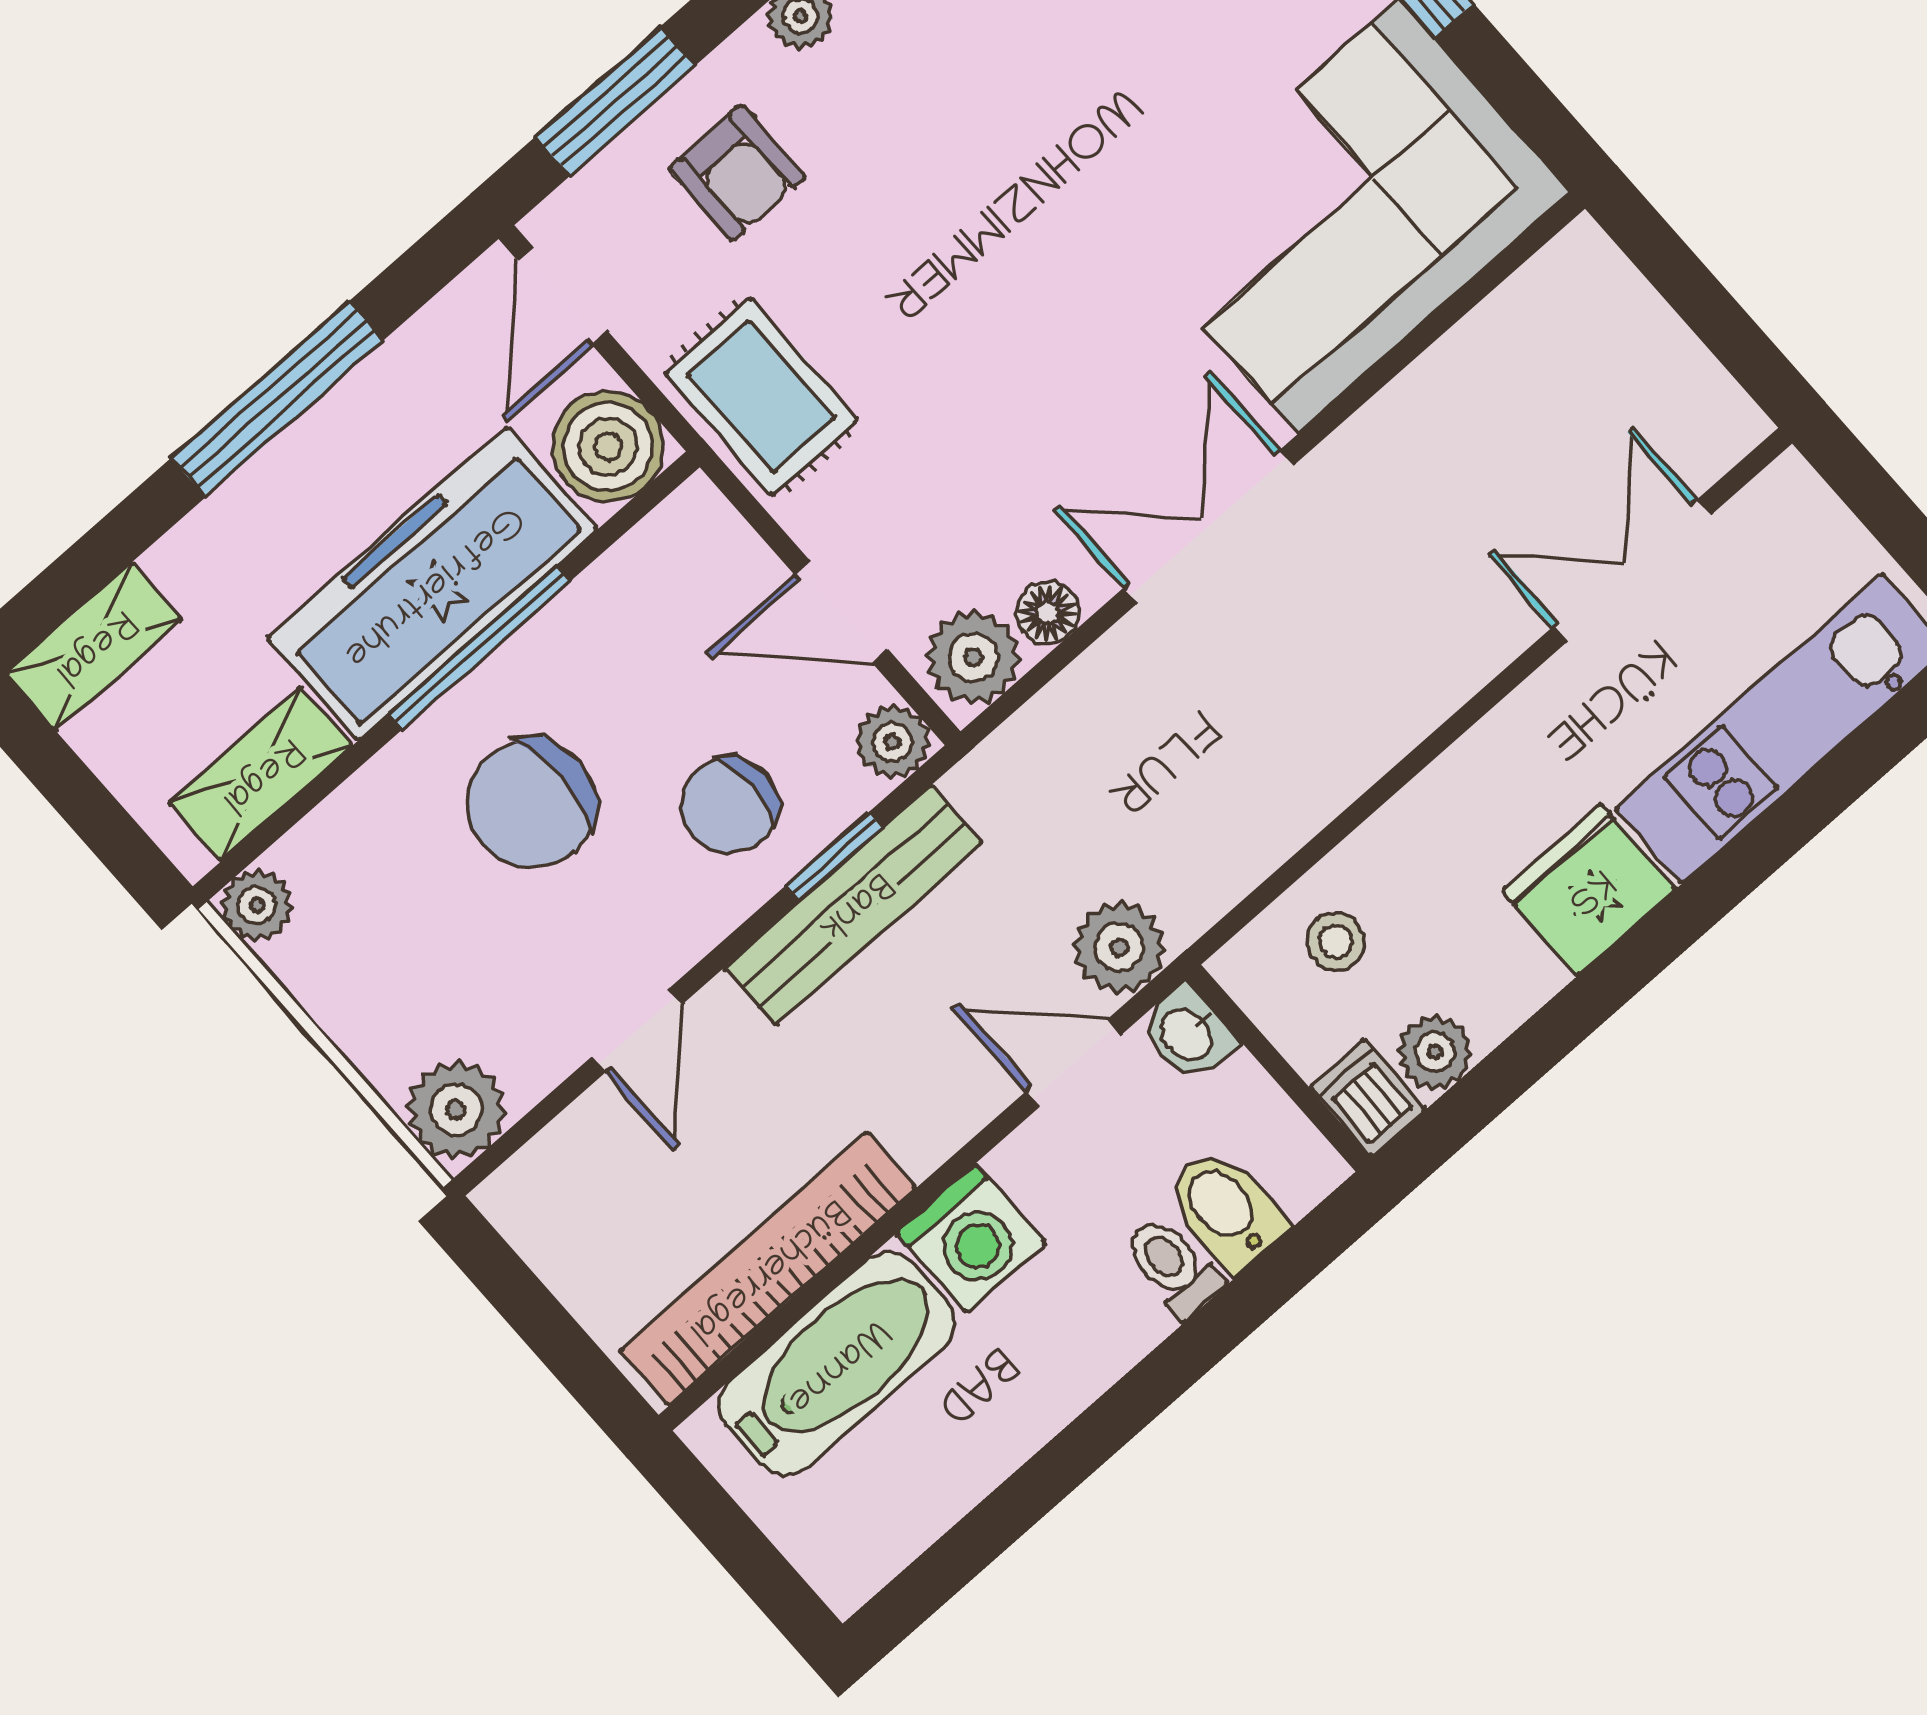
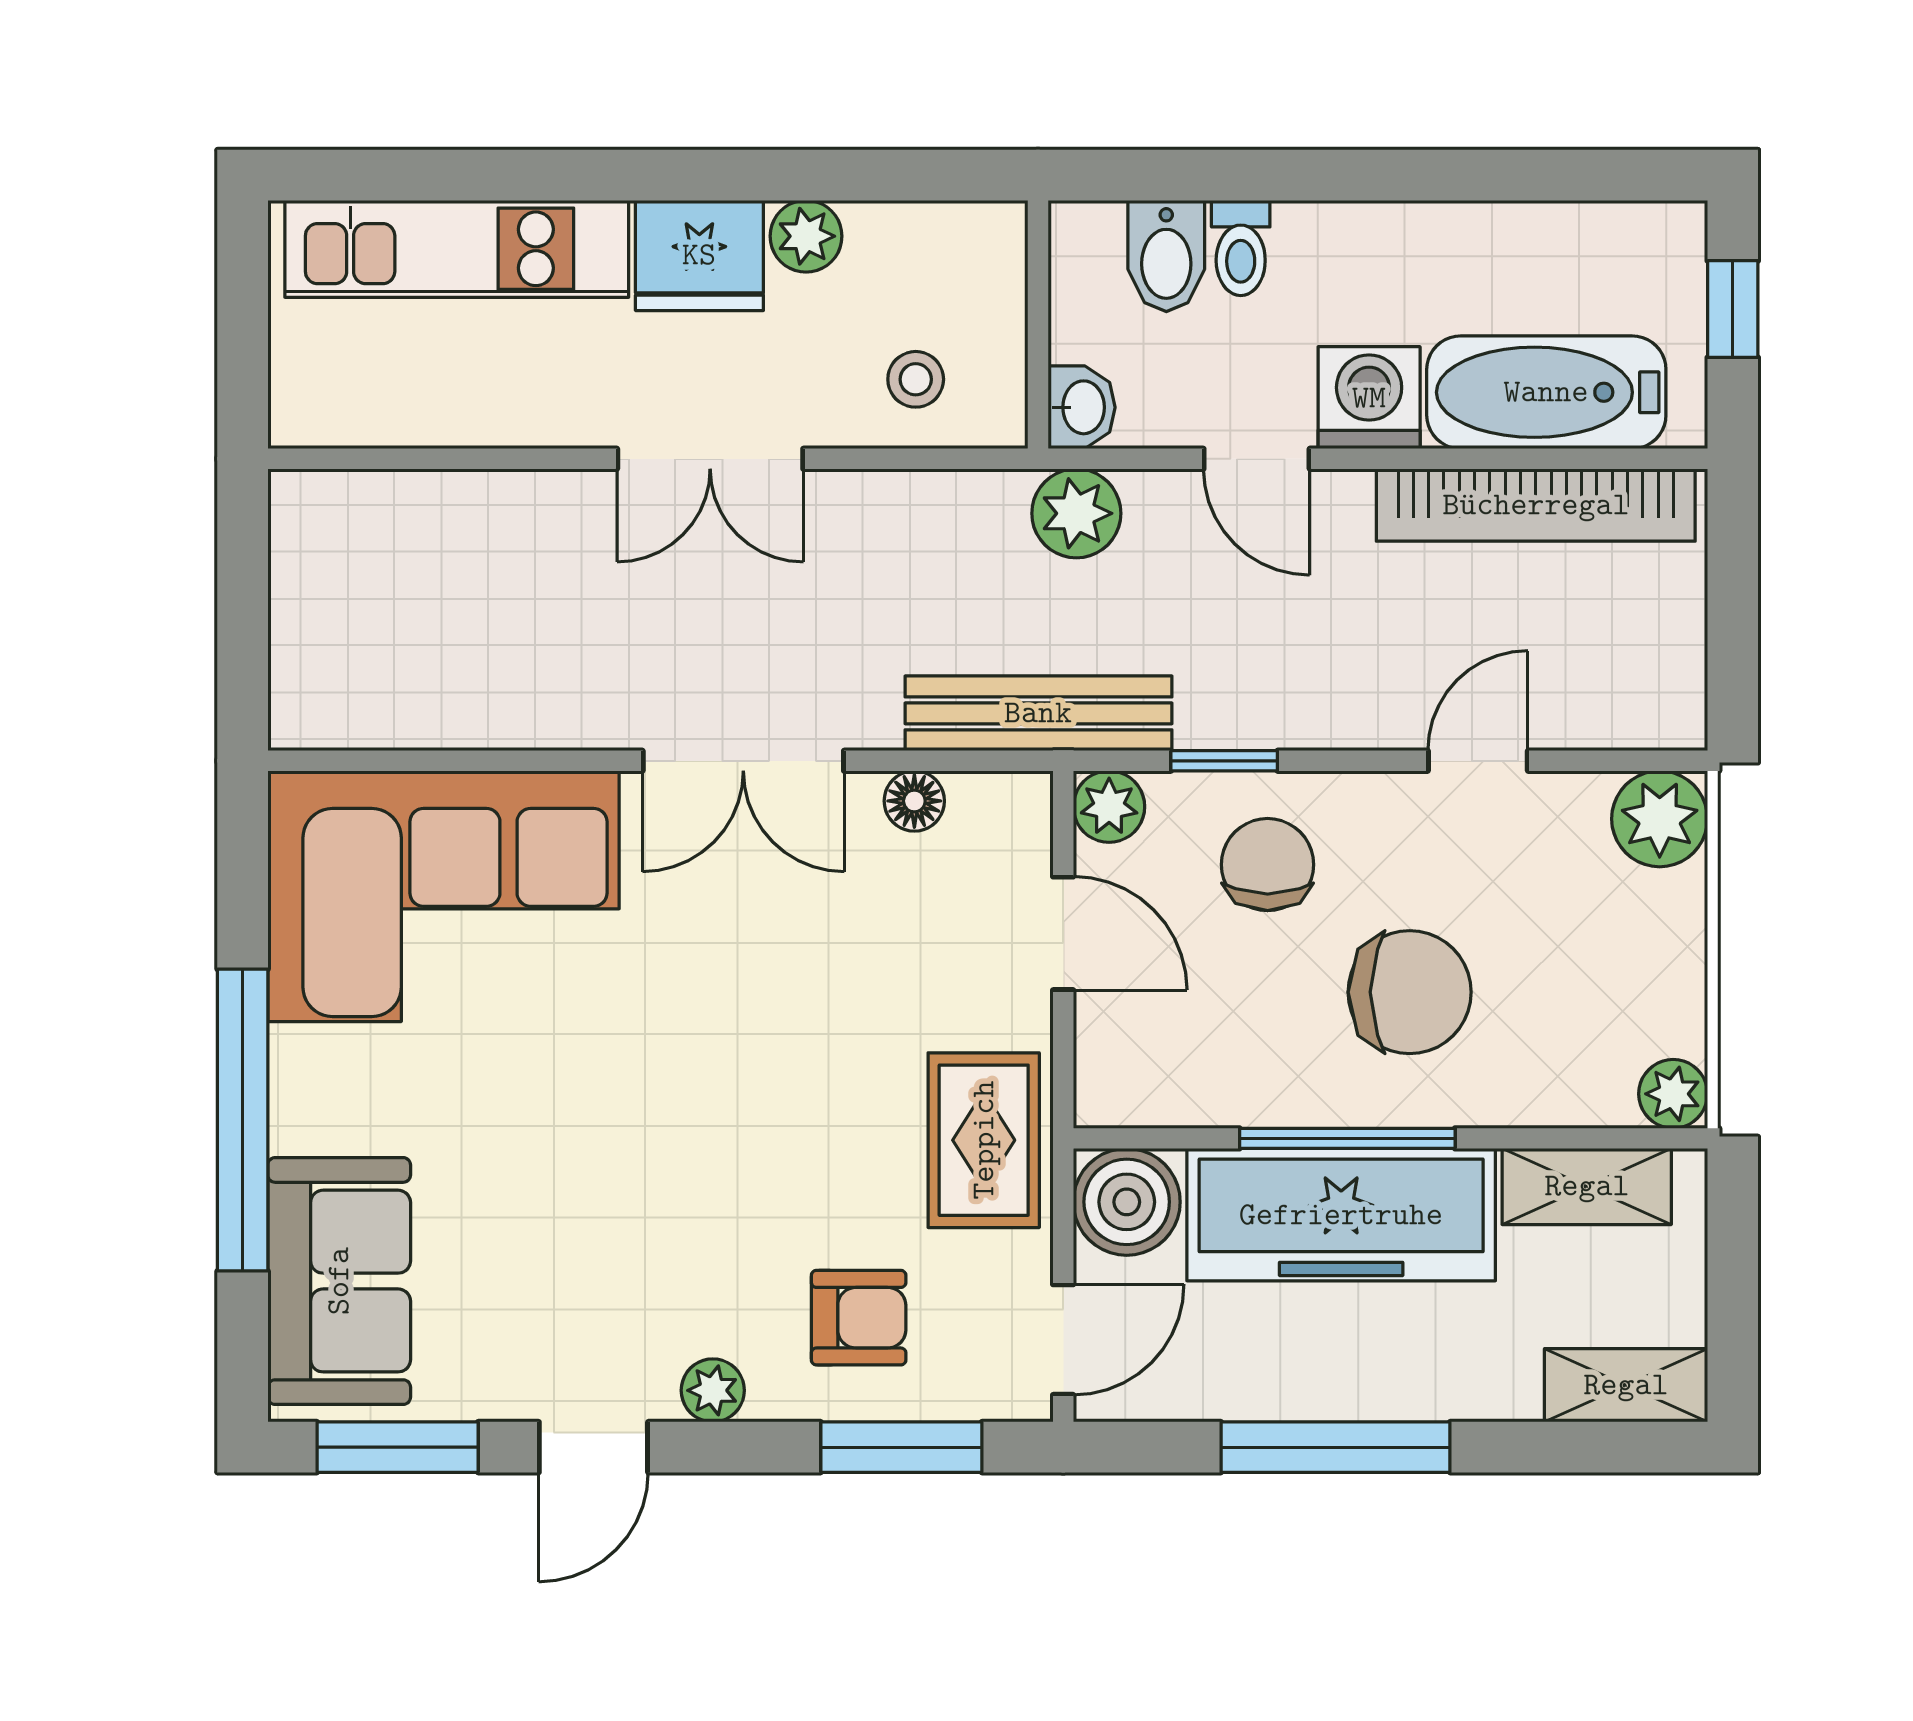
armchair: (737, 173) -> (859, 1318), turned 90
double door: (1632, 571) -> (710, 459), moved
plant: (973, 657) -> (997, 816), removed
chair: (730, 805) -> (1268, 865), turned -90
bench: (854, 905) -> (1038, 713), moved
plant: (1435, 1052) -> (806, 236), moved
door: (1074, 1063) -> (1257, 459), moved
dishwasher: (1368, 1098) -> (992, 246), removed
window: (749, 1556) -> (1733, 309), added

